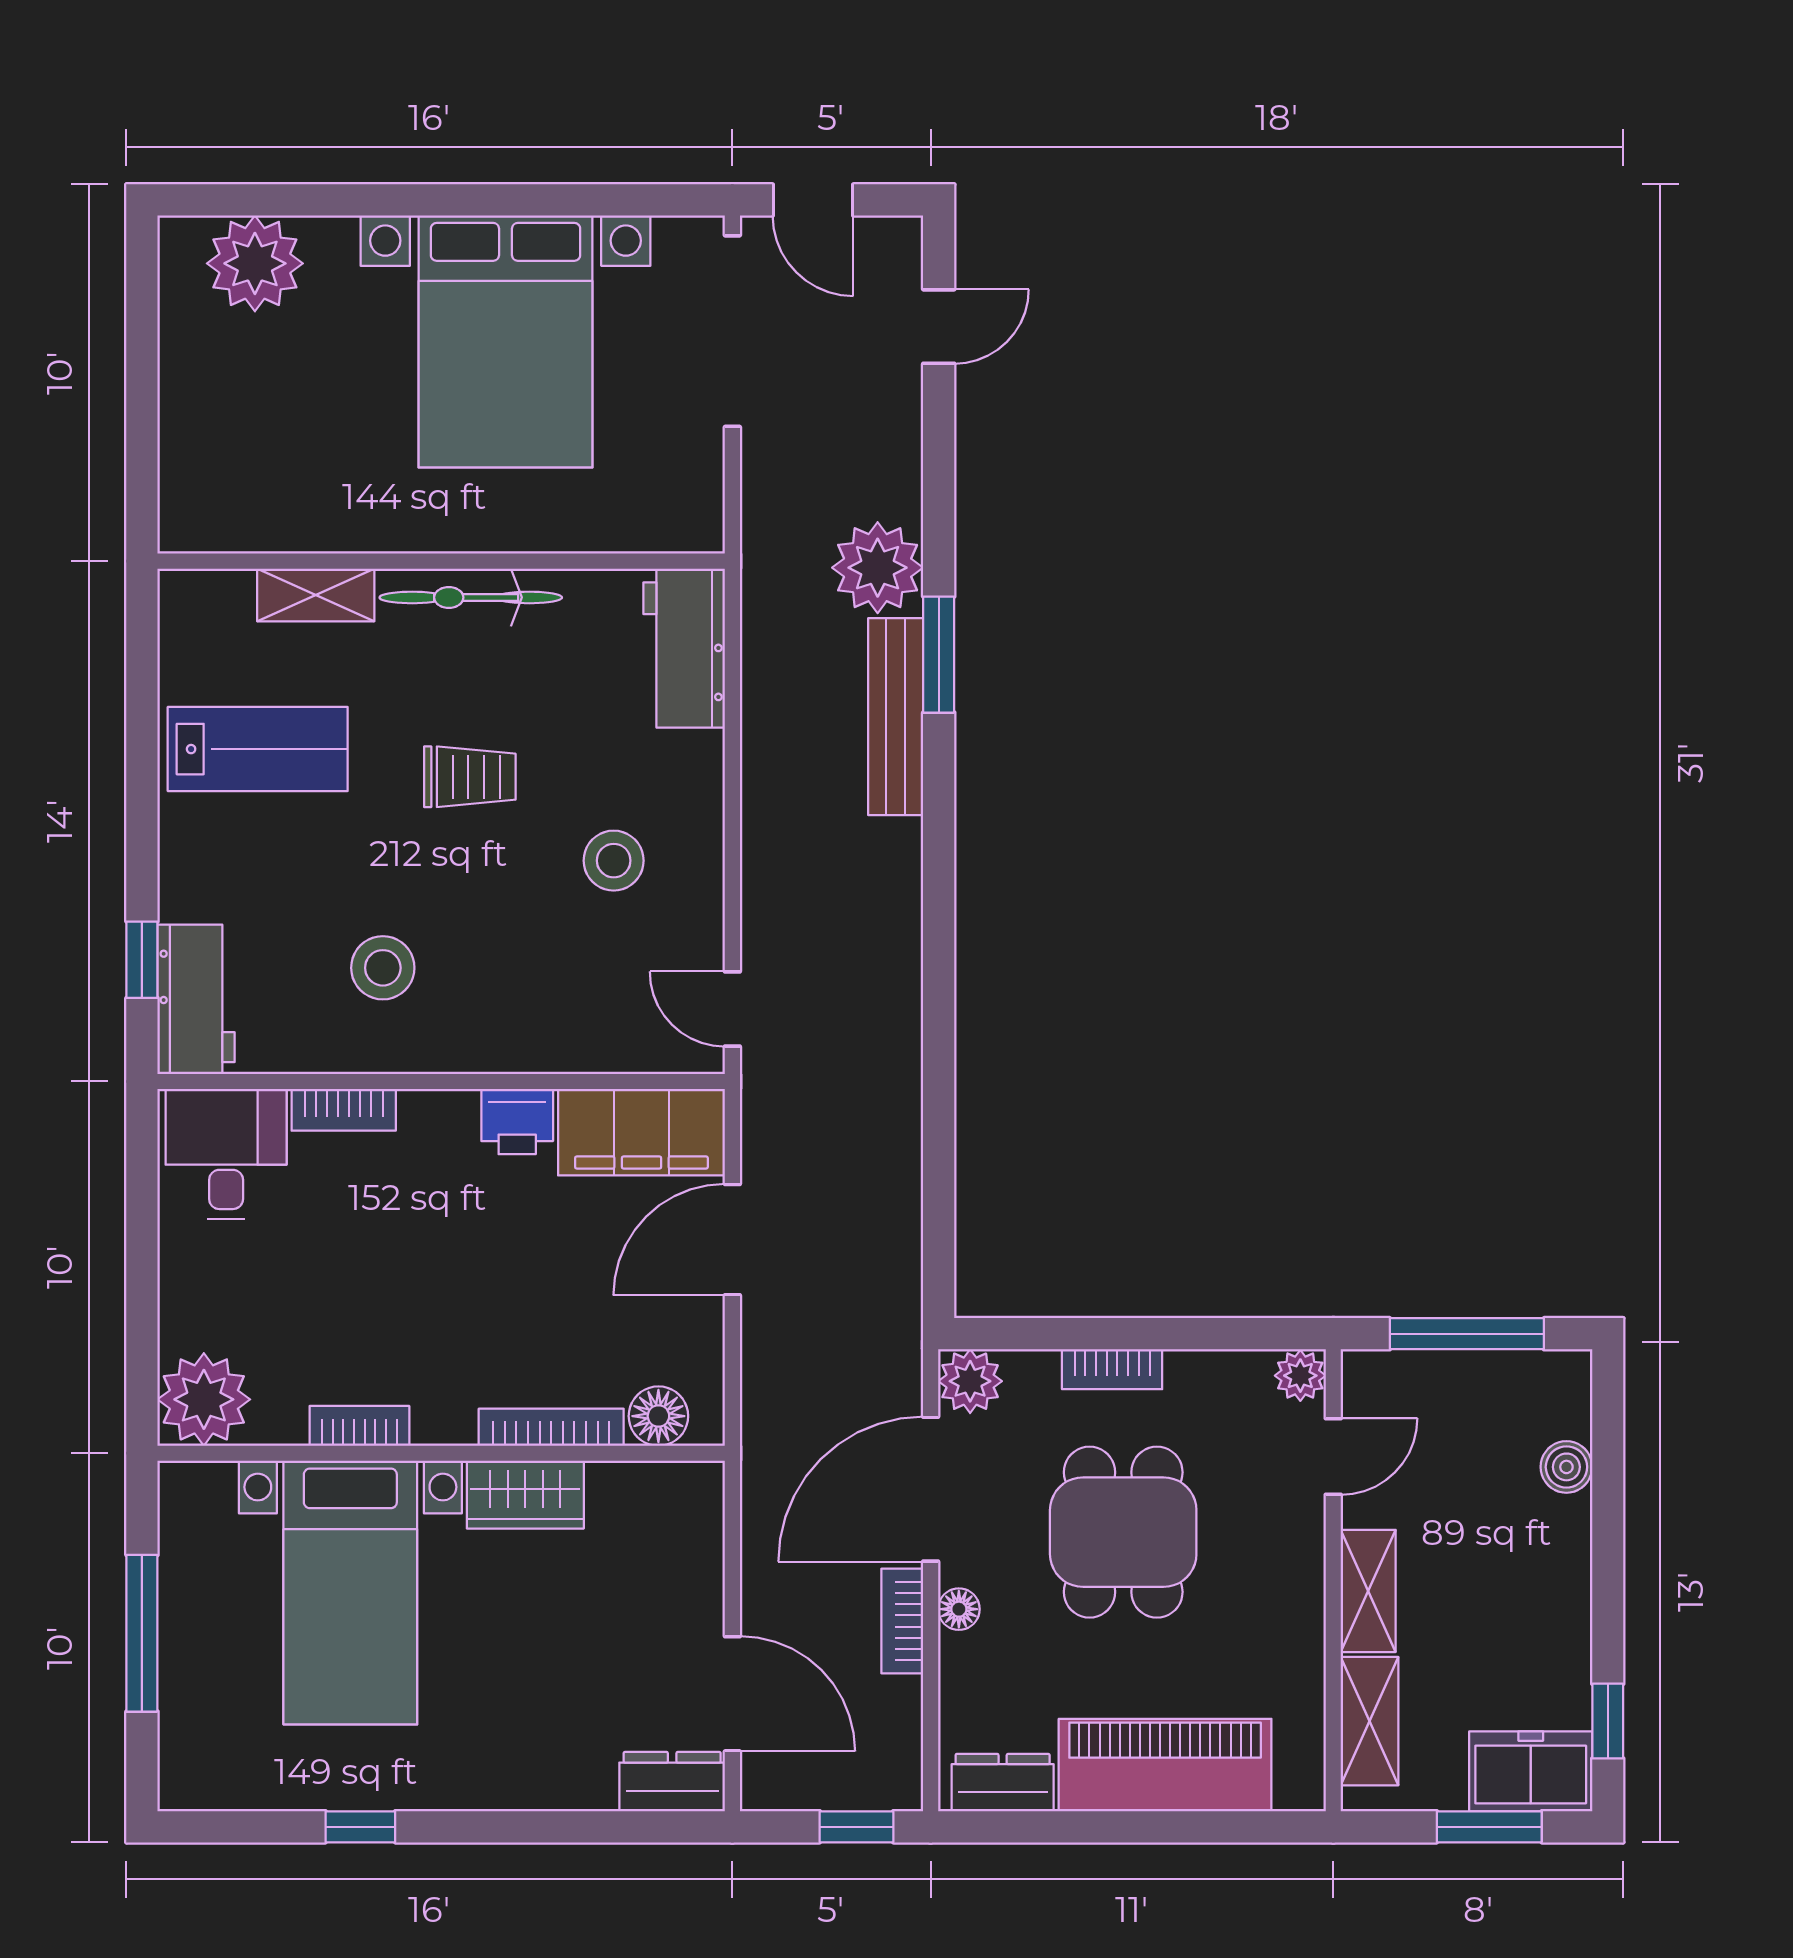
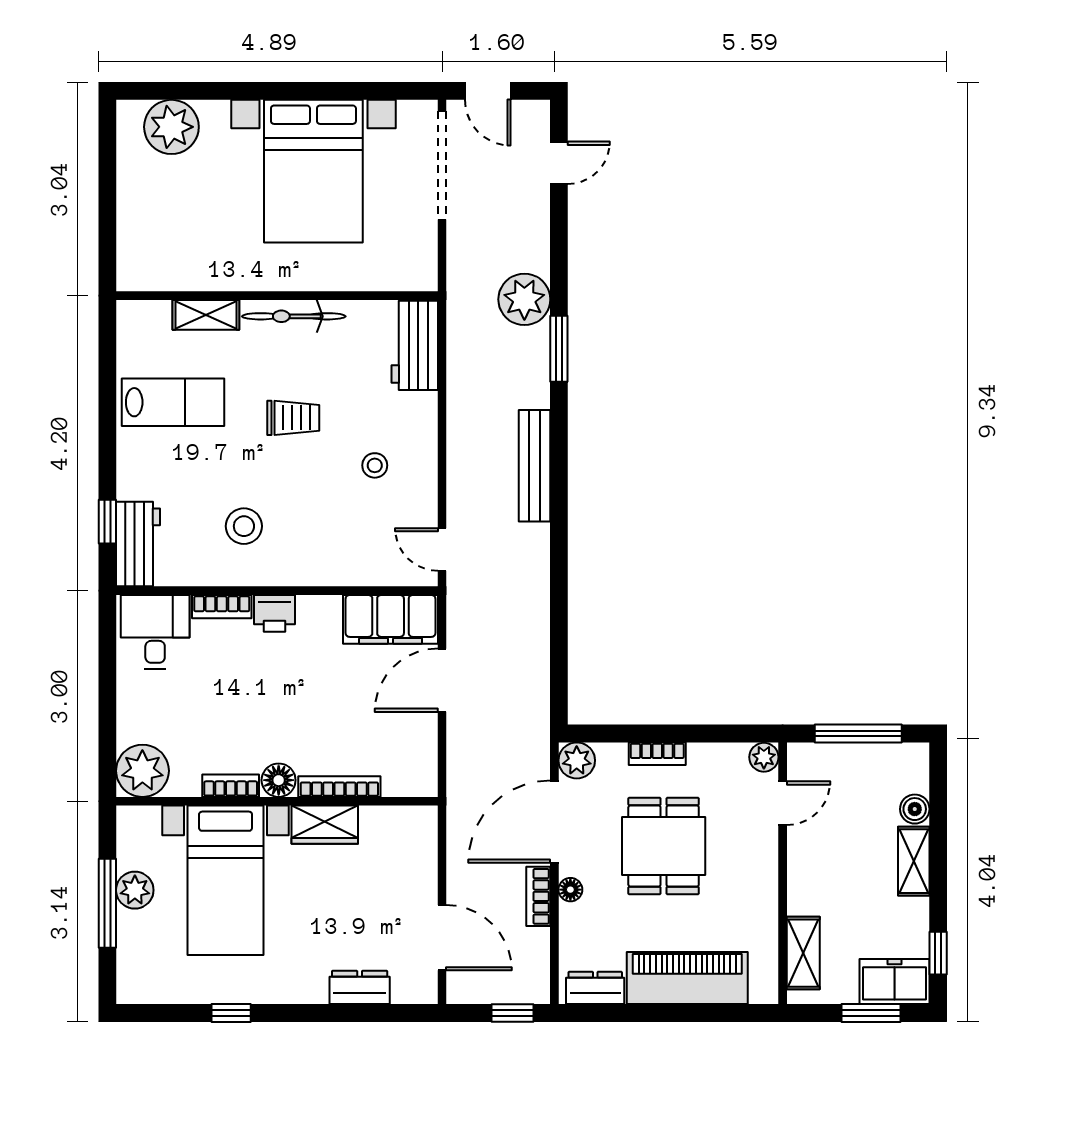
bench: (896, 717) -> (535, 466), moved
stool: (614, 861) -> (375, 465), width x0.73, depth x0.73
printer: (517, 1122) -> (274, 613), moved
floor lamp: (658, 1416) -> (279, 780), moved
shelving: (1368, 1591) -> (914, 861), moved
plant: (190, 1610) -> (135, 890), added
dresser: (672, 1782) -> (360, 987), moved

